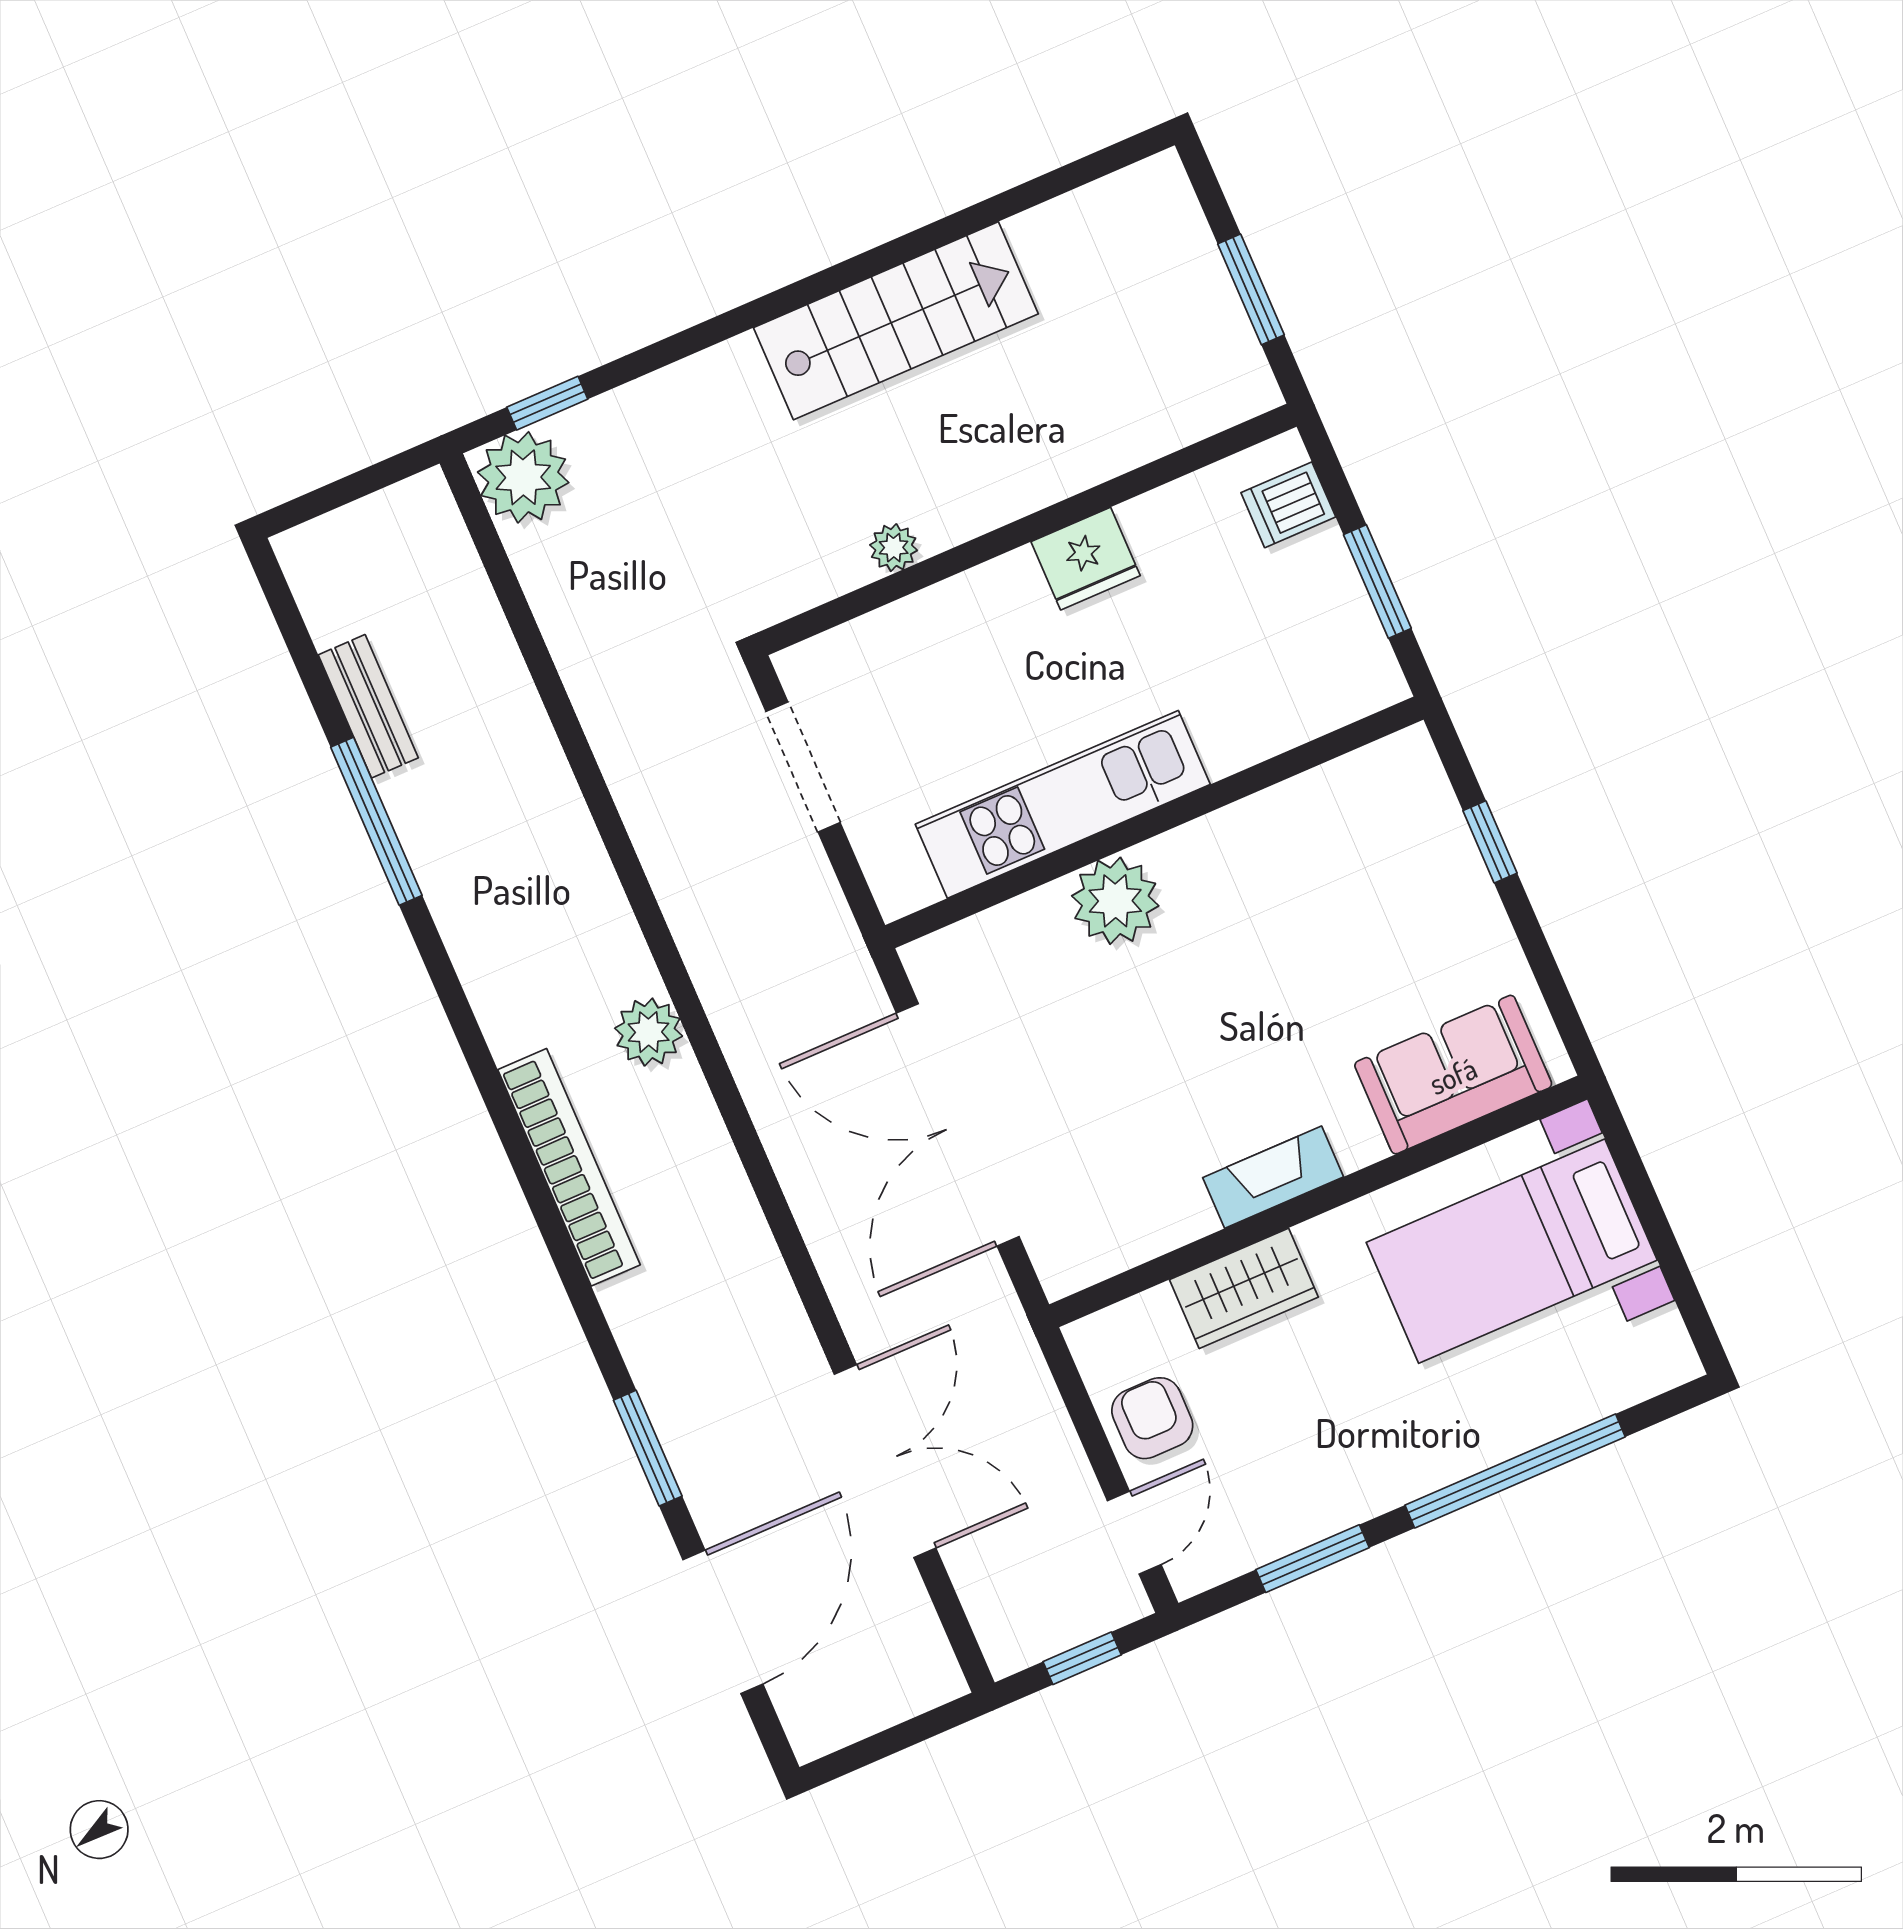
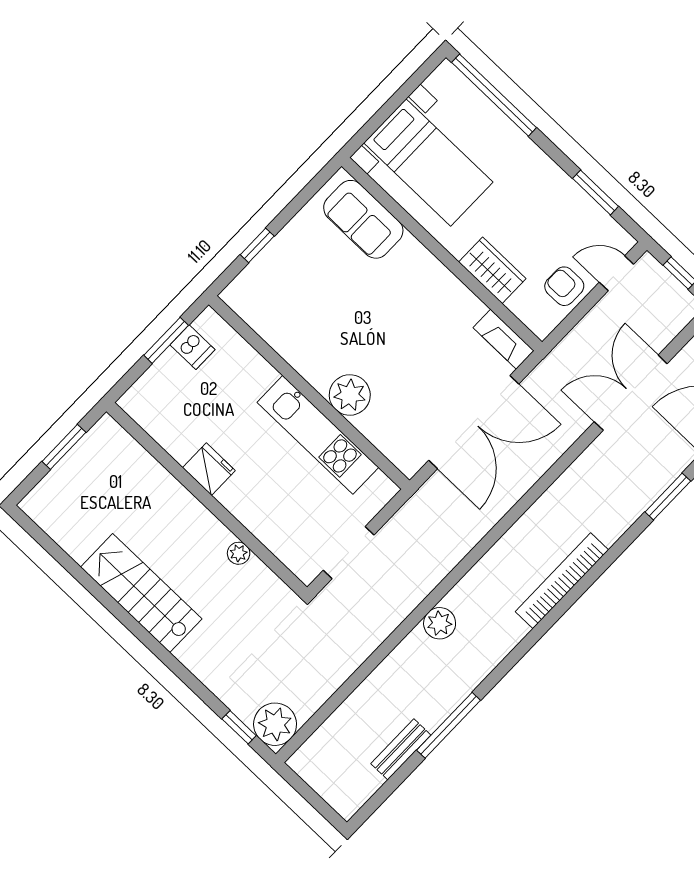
dishwasher: (1288, 505) -> (192, 347), moved
plant: (649, 1032) -> (440, 623), moved
fireplace: (1273, 1177) -> (504, 339), moved
armchair: (1152, 1418) -> (564, 286), turned 90
window: (1515, 1471) -> (494, 95), moved

